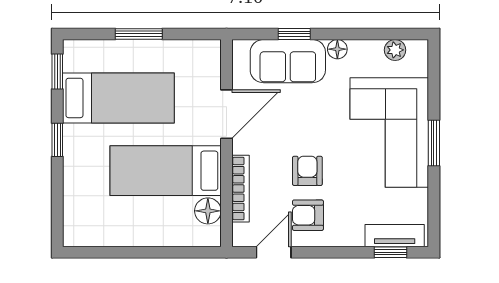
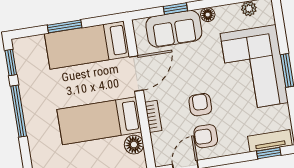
bed: (118, 98) -> (87, 45), moved, turned 180
window: (57, 140) -> (19, 111), width x2.17
bookcase: (240, 189) -> (153, 116), width x0.64

